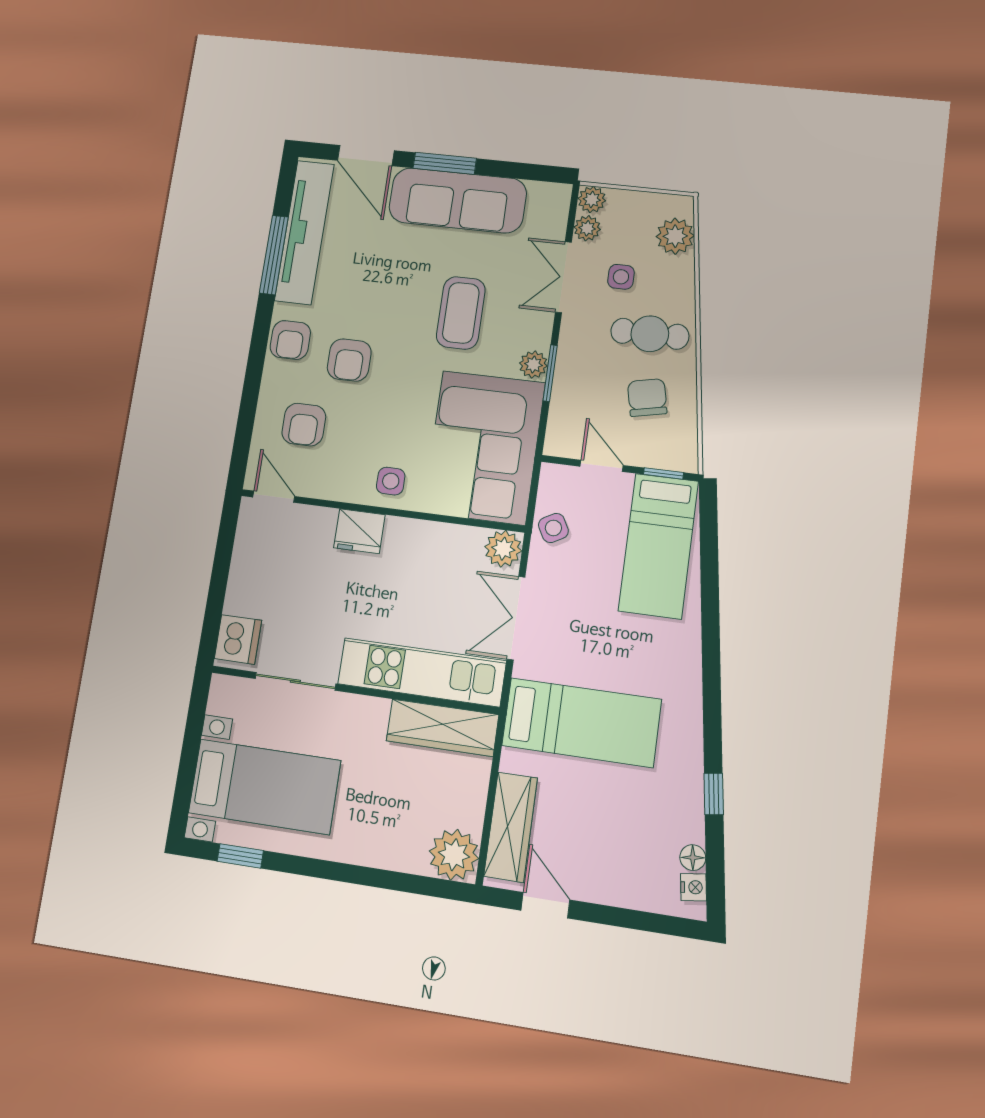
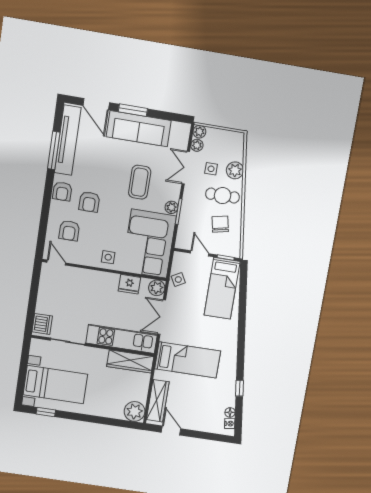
plant: (675, 236) -> (235, 170), moved
fridge: (359, 531) -> (129, 284), moved

